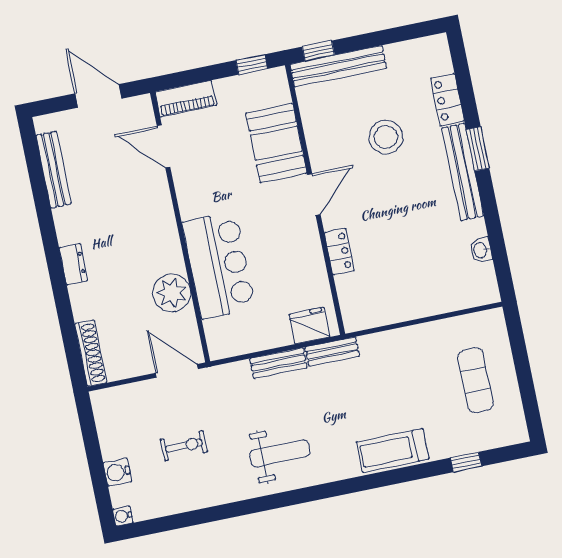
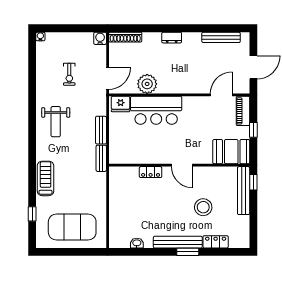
window: (252, 64) -> (253, 130), moved
booth: (276, 143) -> (231, 152), moved
fridge: (309, 326) -> (121, 104), moved, turned 90
exercise mat: (475, 380) -> (72, 227), width x2.00, depth x1.45
water cooler: (117, 472) -> (100, 38), moved

